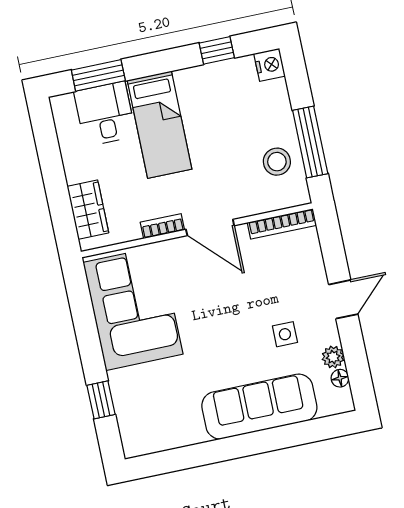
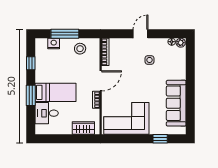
nightstand: (269, 65) -> (54, 43), moved
window: (98, 75) -> (31, 95), moved
window: (310, 142) -> (65, 34), moved
door: (343, 299) -> (140, 34), hinge flipped
plant: (333, 357) -> (181, 43), moved
sofa: (259, 407) -> (176, 103), moved

